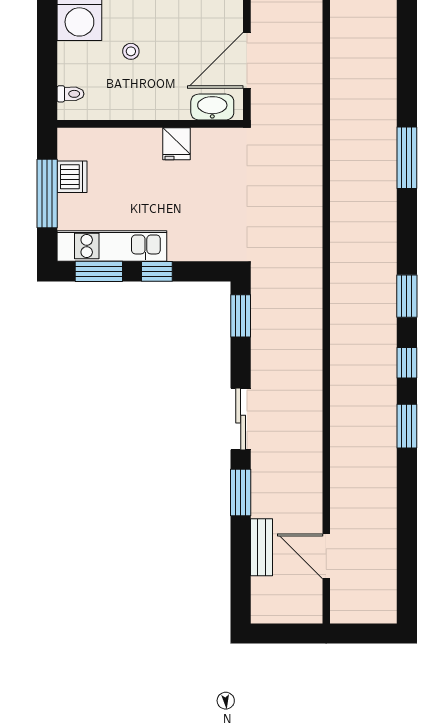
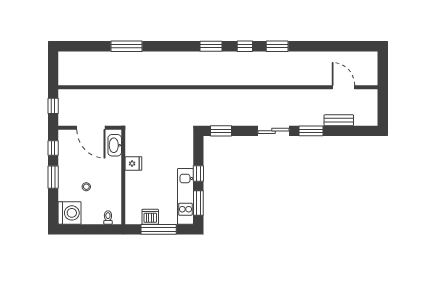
window: (407, 158) -> (126, 46), moved
door: (326, 556) -> (343, 87), swing flipped

